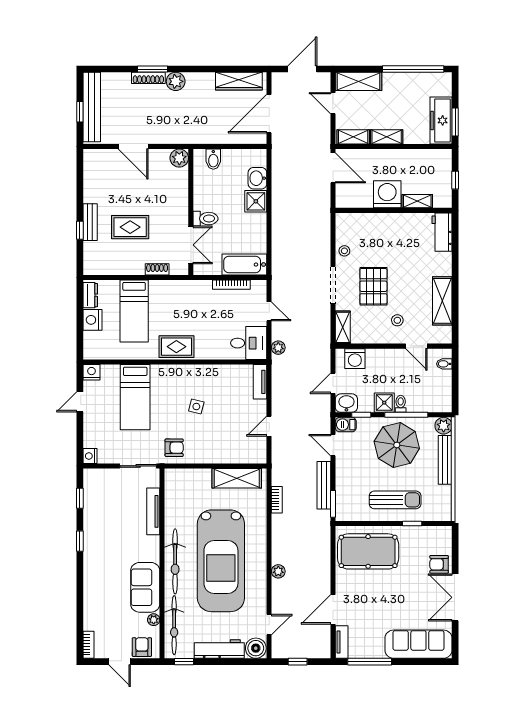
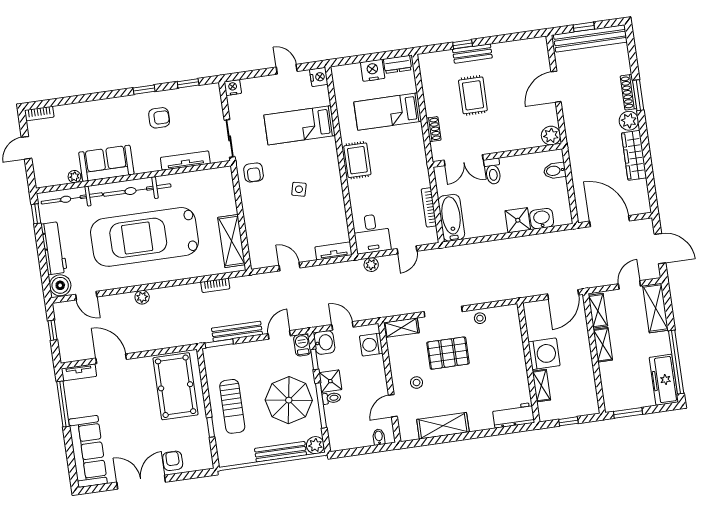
wardrobe: (239, 81) -> (634, 155), moved
freezer: (441, 120) -> (664, 380), moved, turned -90
armchair: (142, 647) -> (159, 118), moved

